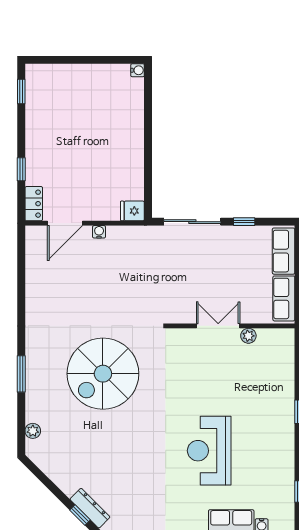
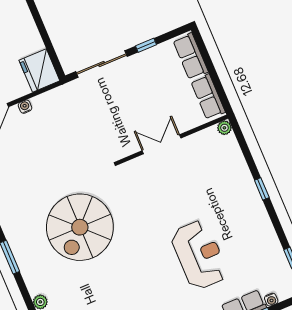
fridge: (132, 211) -> (39, 70), width x1.88, depth x1.34
plant: (248, 336) -> (224, 128), moved
reception desk: (209, 451) -> (199, 255), turned 180

